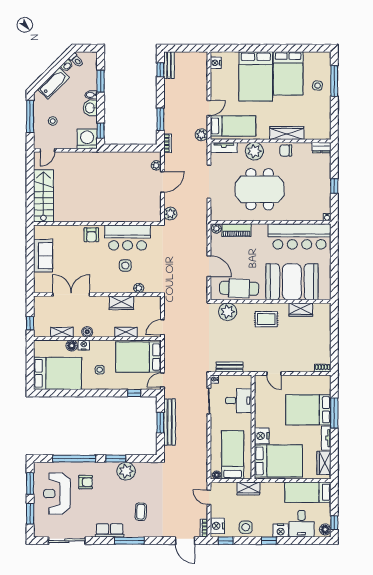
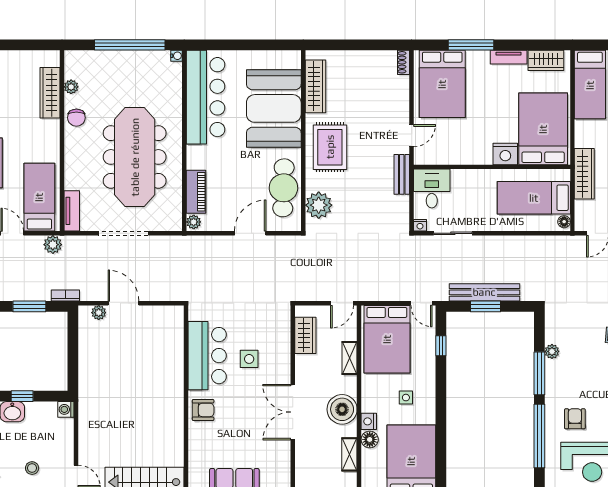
window: (101, 131) -> (22, 396), moved
wardrobe: (287, 133) -> (50, 93), moved
washing machine: (87, 139) -> (66, 409), width x0.53, depth x0.53
dresser: (321, 148) -> (72, 64), removed
plant: (254, 151) -> (71, 87), moved, width x0.53, depth x0.53
window: (334, 186) -> (130, 45), width x3.17
meeting table: (260, 189) -> (135, 157), width x1.36
plant: (170, 214) -> (171, 291), removed
plant: (139, 288) -> (283, 339), removed
double door: (71, 294) -> (293, 412), moved
wardrobe: (121, 303) -> (305, 335), moved
wardrobe: (301, 310) -> (315, 86), width x1.50
rug: (266, 319) -> (330, 147), width x1.36, depth x1.43
door: (162, 327) -> (342, 303), hinge flipped
boiler: (87, 332) -> (342, 409), width x1.86, depth x1.86
bench: (229, 367) -> (402, 174), moved
desk: (239, 401) -> (432, 189), moved
bed: (308, 410) -> (442, 84), moved
window: (116, 459) -> (539, 373), width x1.44
plant: (126, 471) -> (552, 351), width x0.53, depth x0.53
wardrobe: (248, 488) -> (584, 174), width x1.50

